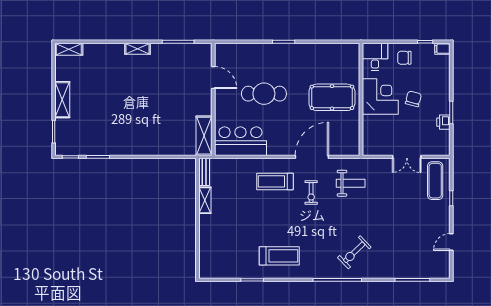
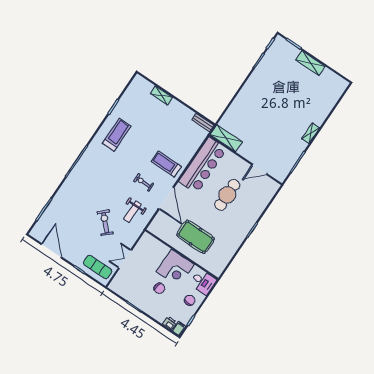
shelving: (69, 49) -> (340, 89), removed
pool table: (332, 97) -> (196, 237), turned 90
printer: (443, 122) -> (170, 323), moved
bar counter: (240, 141) -> (203, 165), width x1.36
treadmill: (275, 181) -> (166, 164), turned -90
shelving: (205, 200) -> (161, 95), moved
door: (451, 242) -> (51, 251), width x1.88
exercise bike: (354, 252) -> (105, 223), moved
treadmill: (279, 256) -> (117, 135), turned 180

